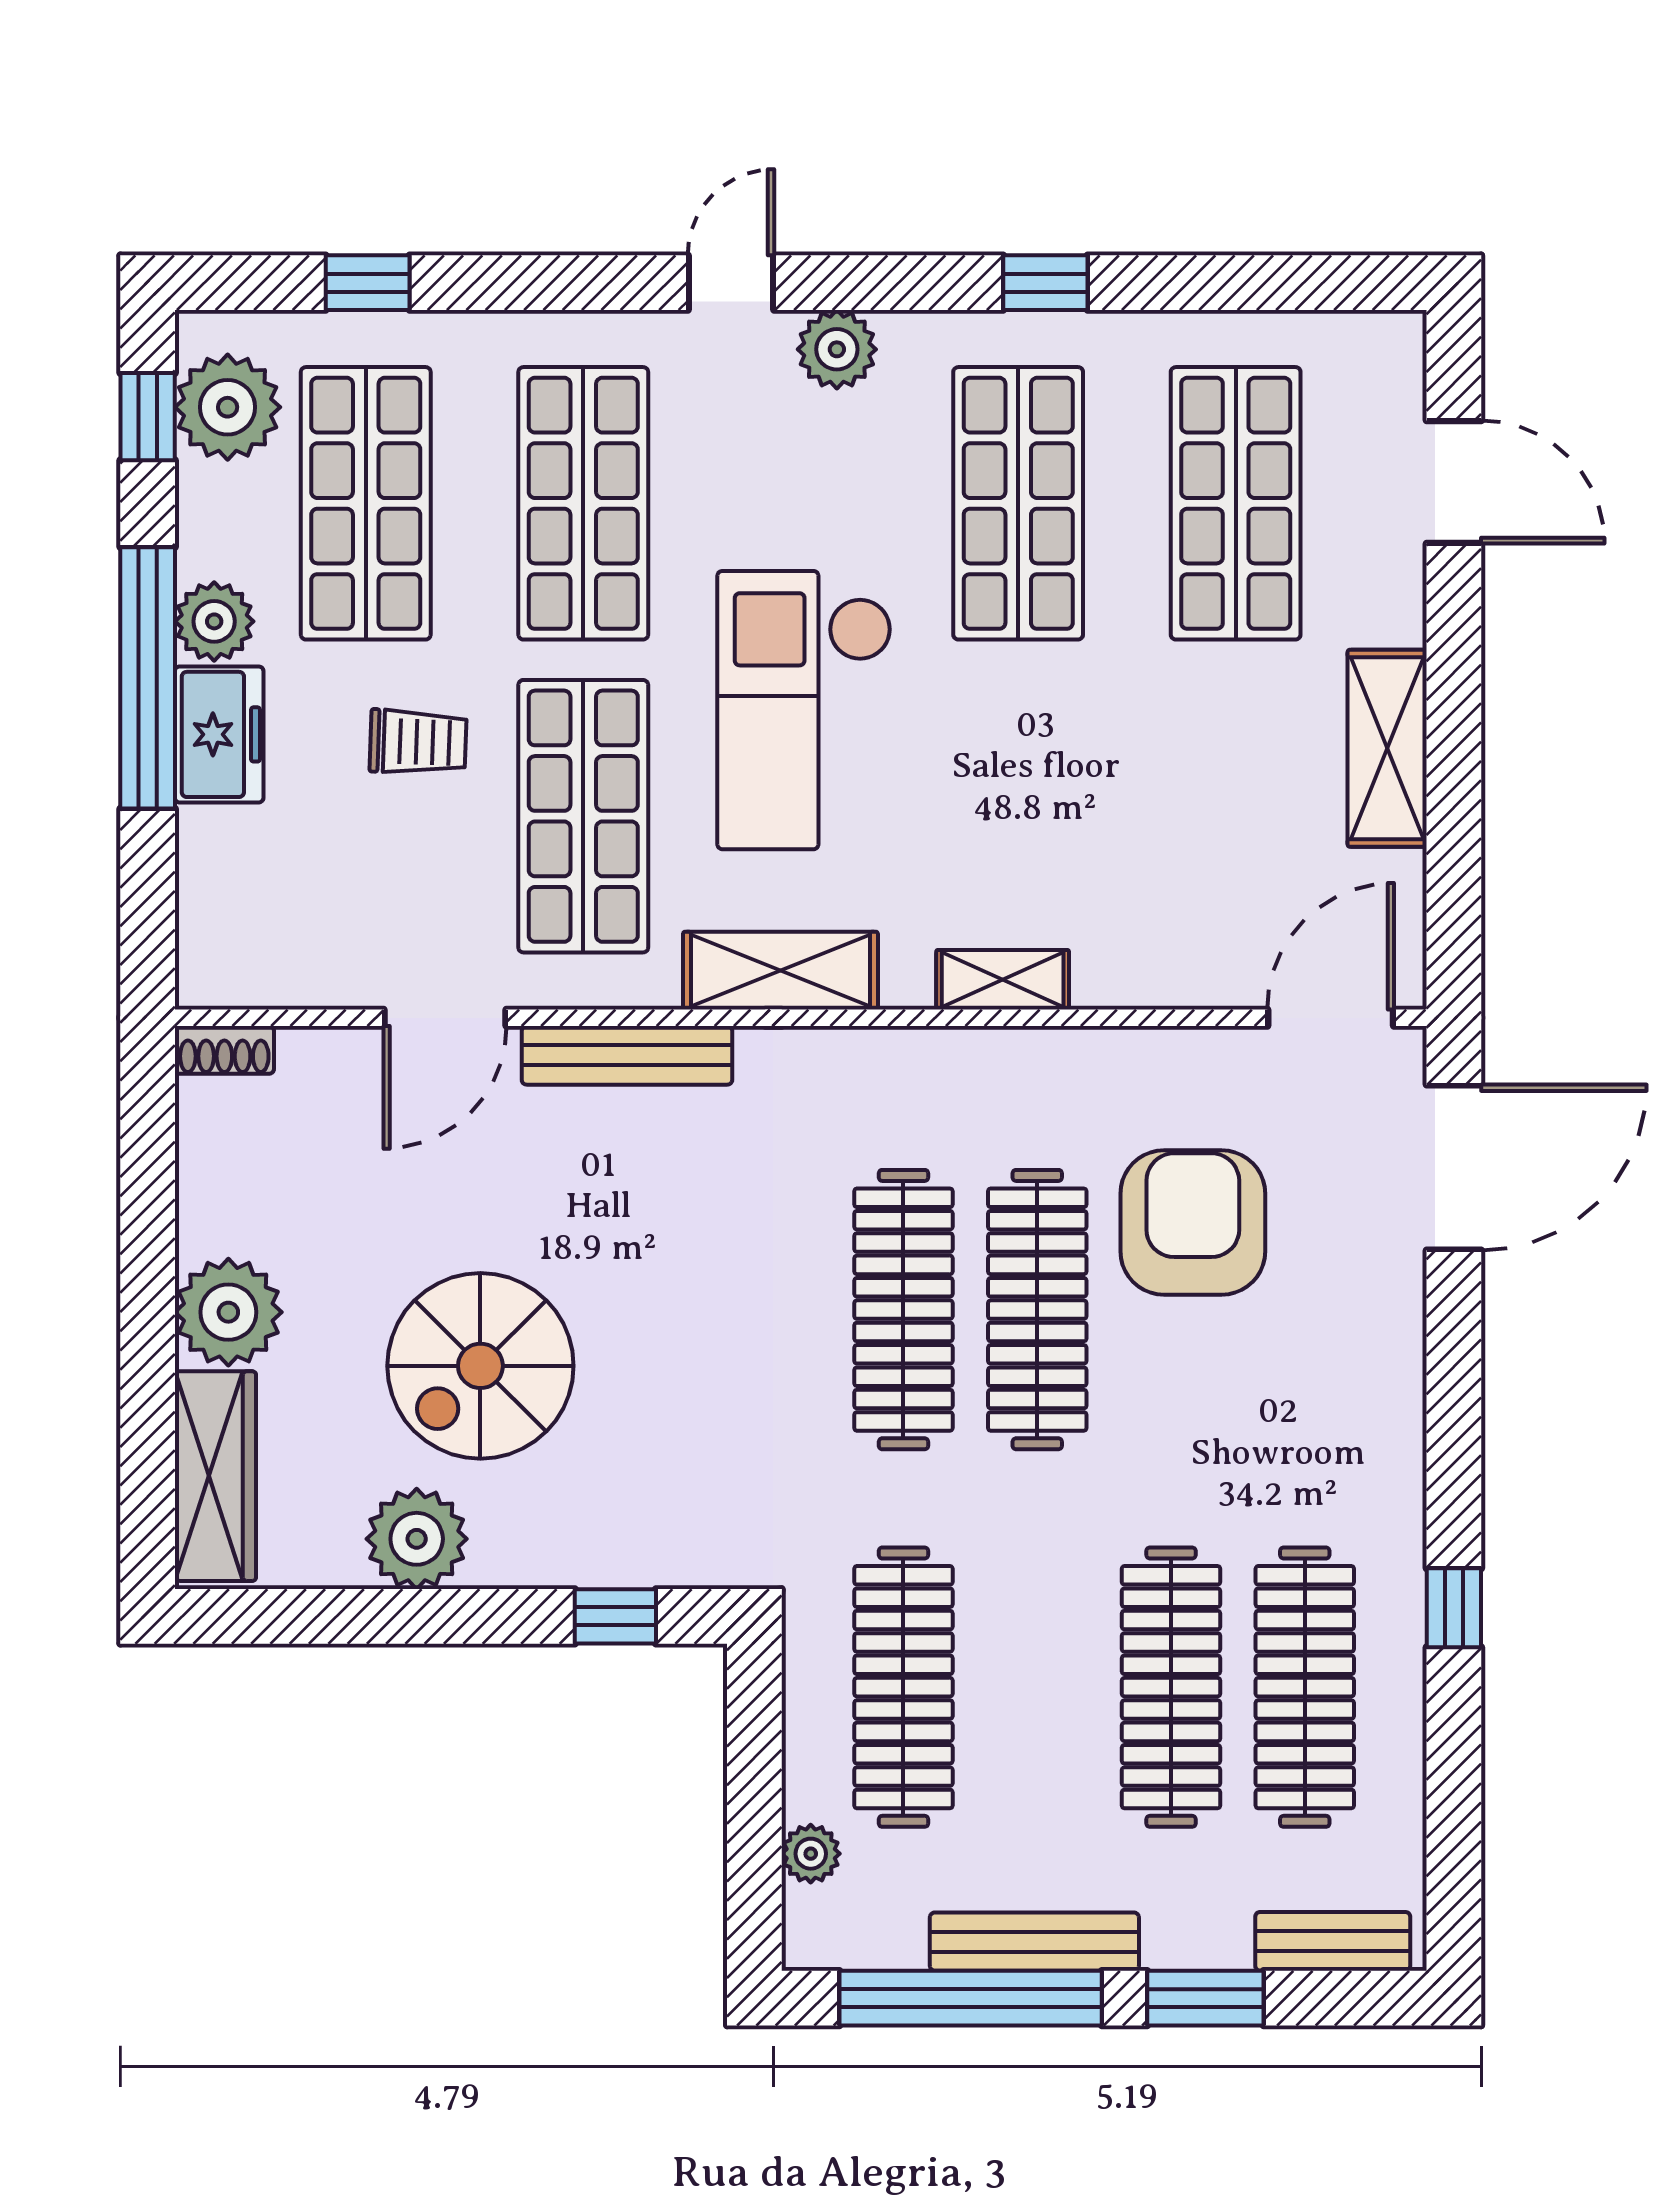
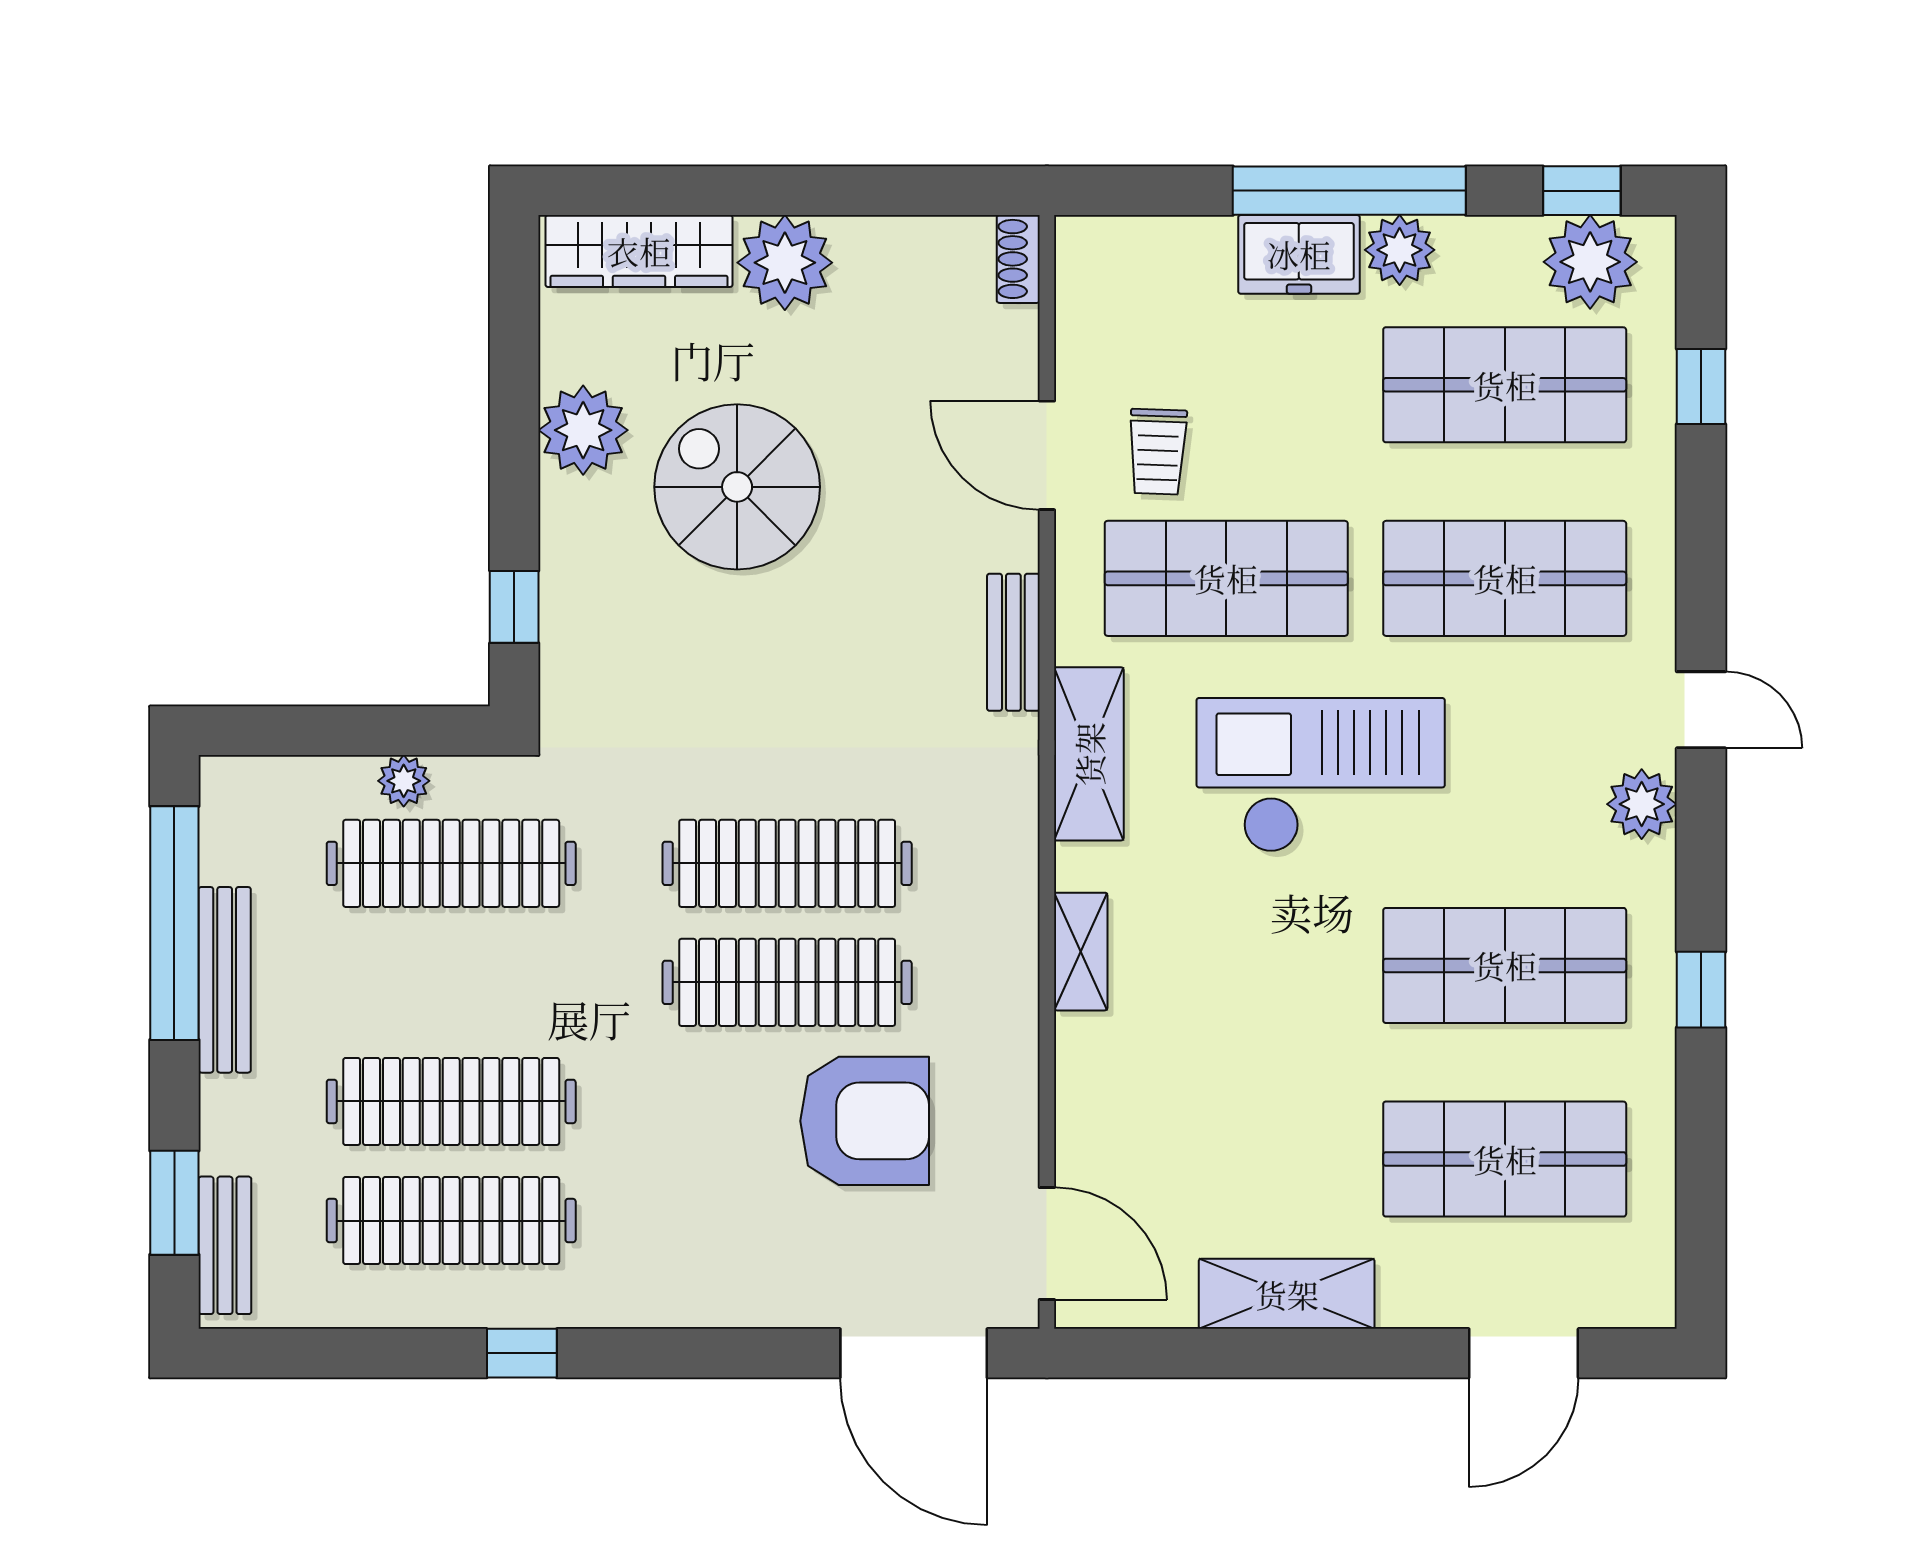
trolley: (418, 742) -> (1158, 452), moved
bench: (627, 1055) -> (1013, 642), width x0.73
plant: (811, 1854) -> (404, 781), moved
window: (1205, 1998) -> (174, 1203), moved

